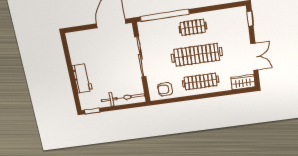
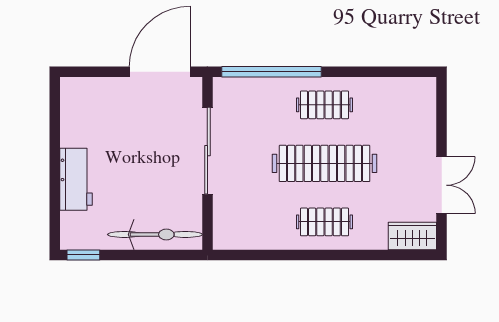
window: (250, 19) -> (442, 105), removed
clothes rail: (200, 81) -> (324, 222), width x0.73
armchair: (165, 89) -> (248, 228), removed

